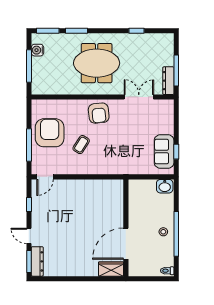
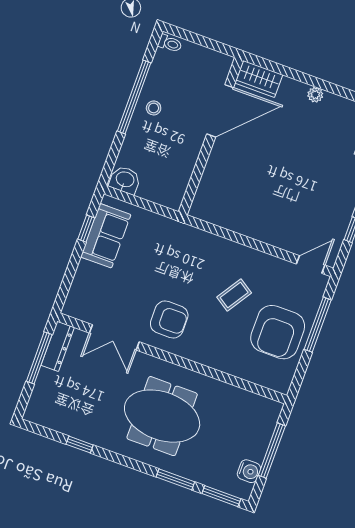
armchair: (99, 113) -> (169, 320), moved, turned 96
plant: (77, 272) -> (315, 95), added

